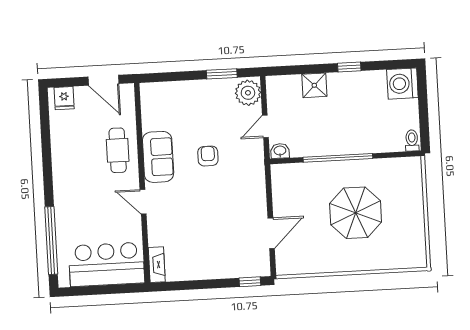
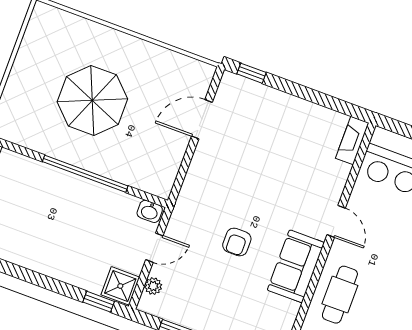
window: (349, 67) -> (99, 302), moved
shower: (314, 85) -> (120, 286), moved
plant: (248, 93) -> (153, 286), width x0.53, depth x0.53

